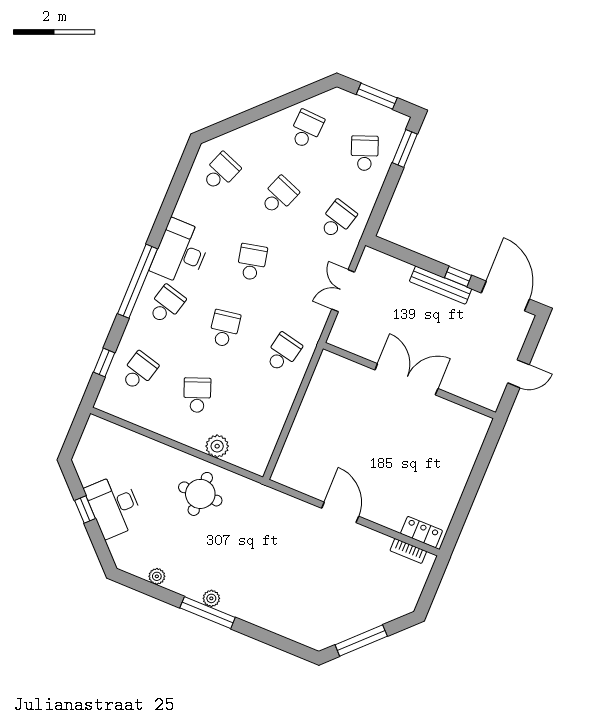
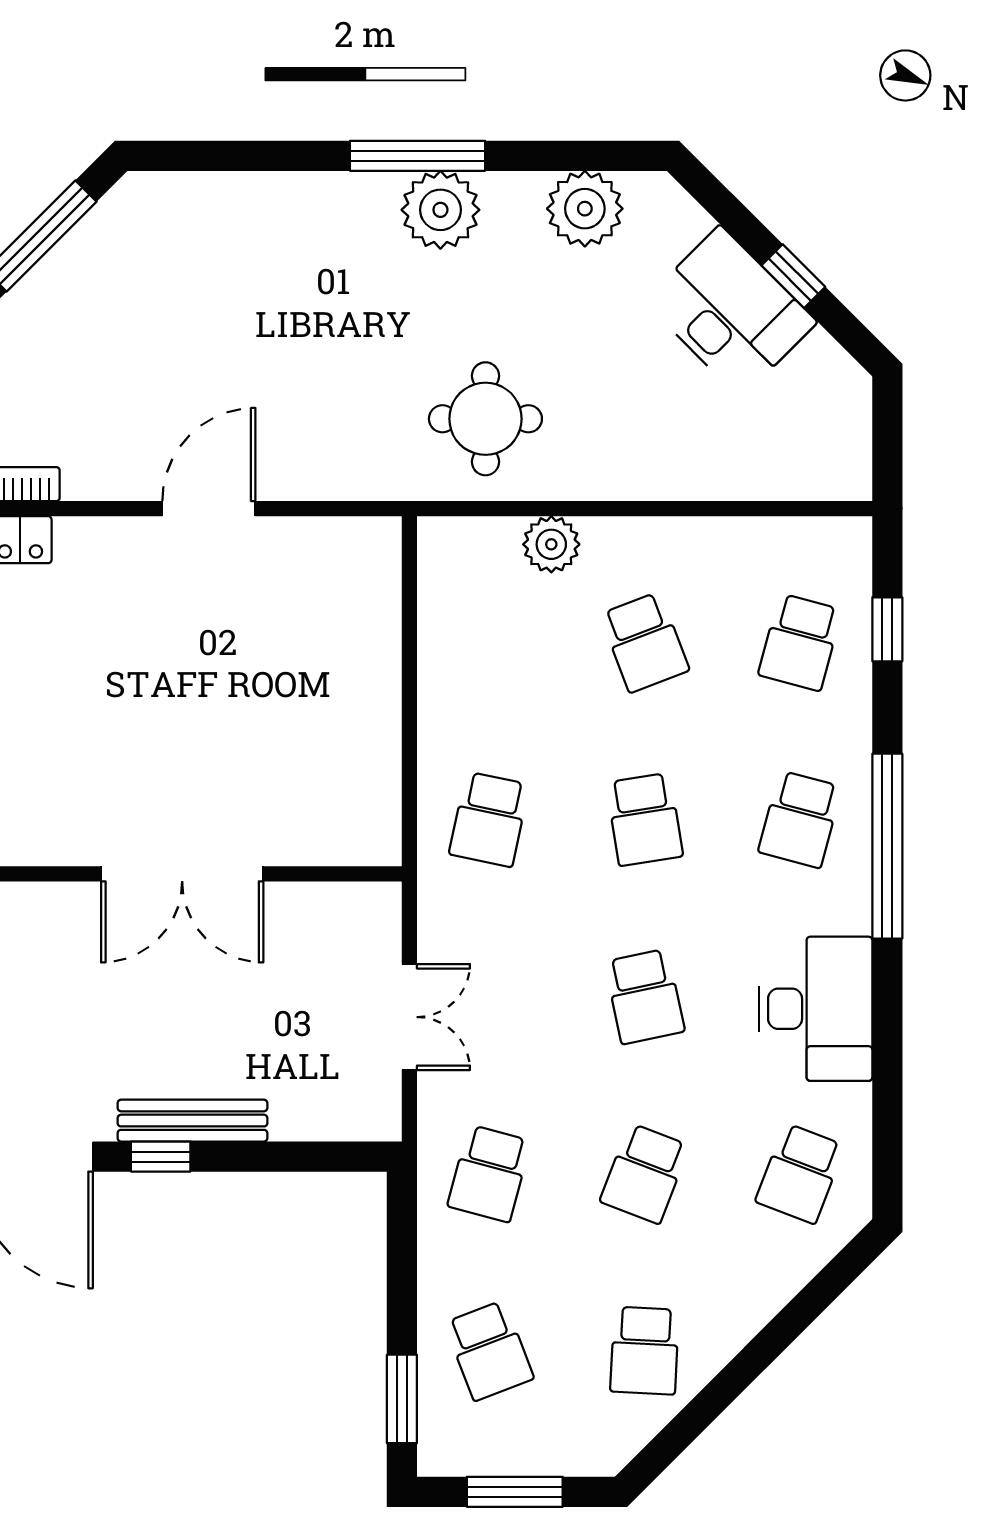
desk: (181, 252) -> (816, 1009), moved
round table: (200, 494) -> (485, 419), moved
door: (340, 512) -> (209, 509), swing flipped
plant: (157, 576) -> (585, 209), width x1.87, depth x1.87
plant: (211, 598) -> (440, 210), width x1.88, depth x1.88

